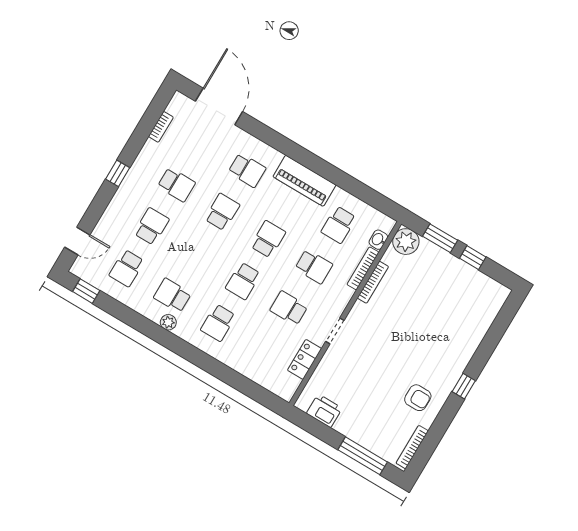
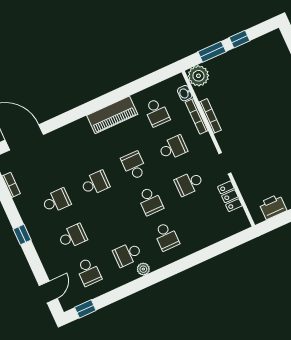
school desk: (247, 170) -> (79, 148), removed
school desk: (222, 212) -> (95, 183), turned 90
school desk: (152, 226) -> (72, 236), turned 90

